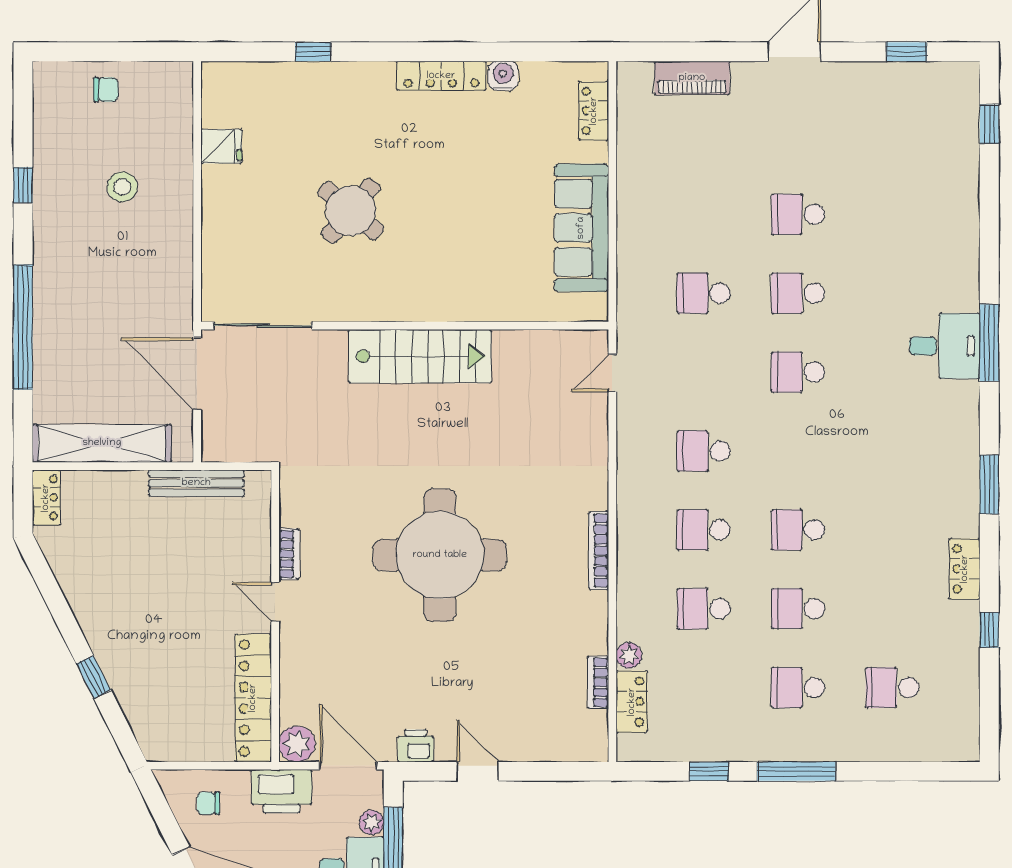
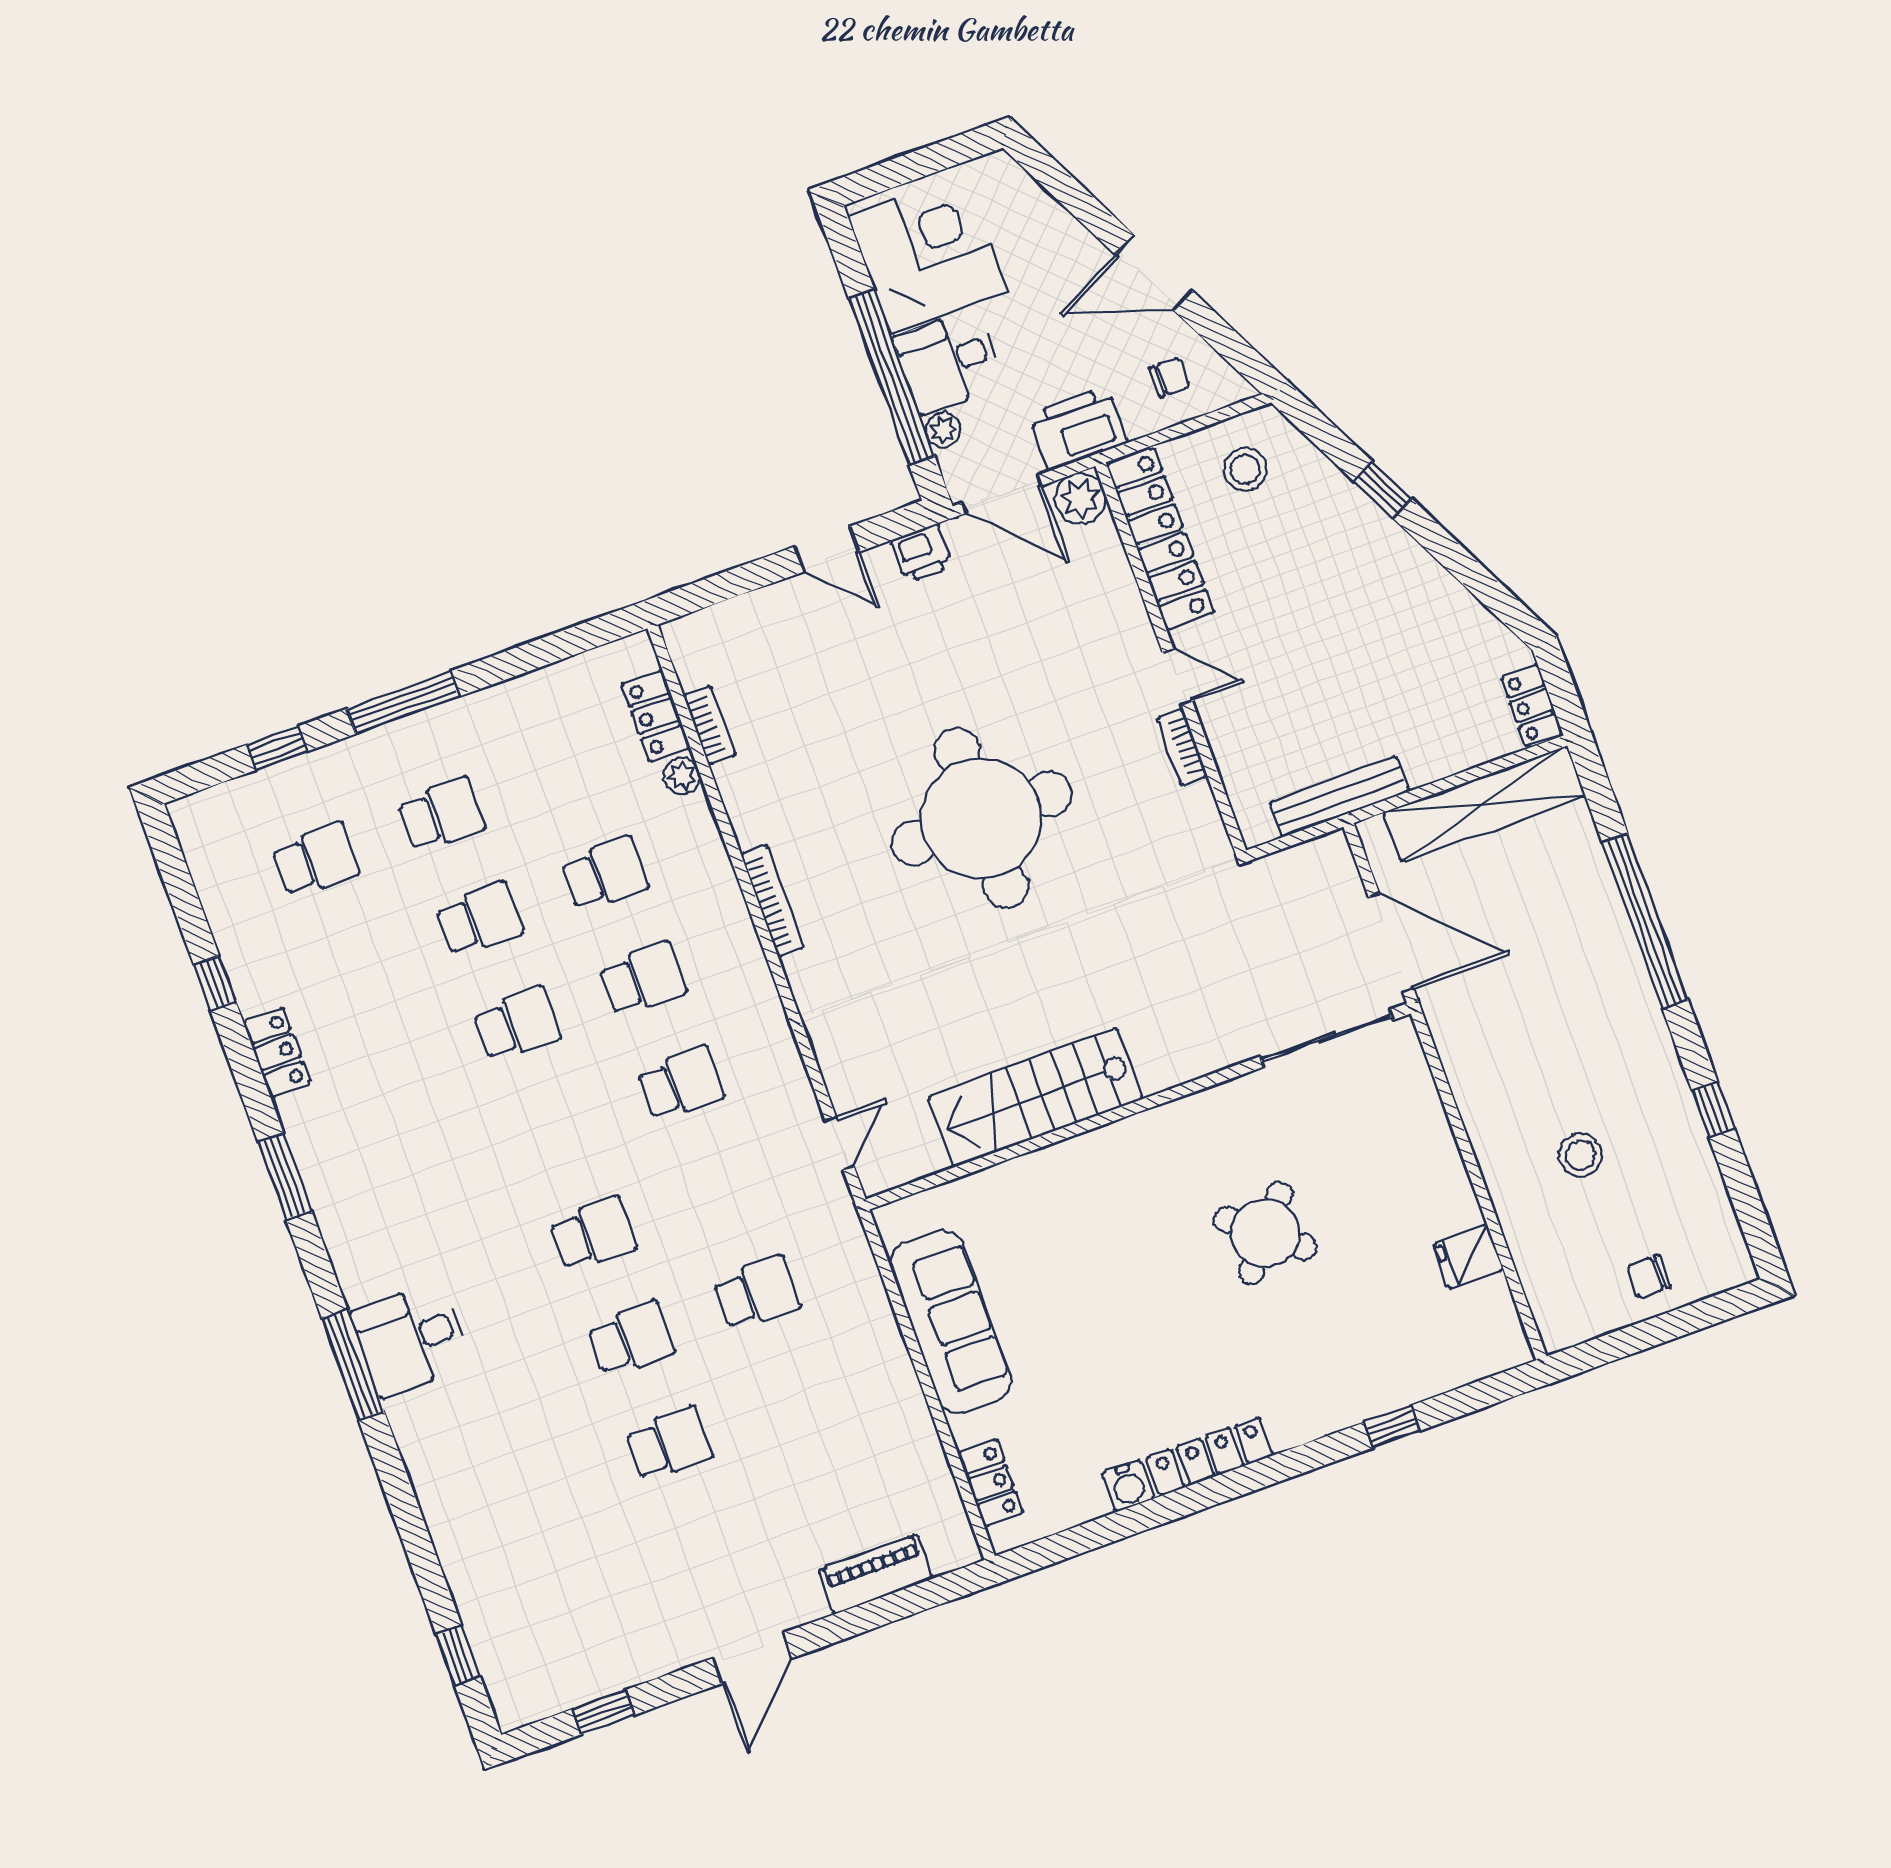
stairs: (420, 356) -> (1035, 1098), moved
stool: (180, 724) -> (1245, 469), added
window: (709, 771) -> (277, 748), moved

